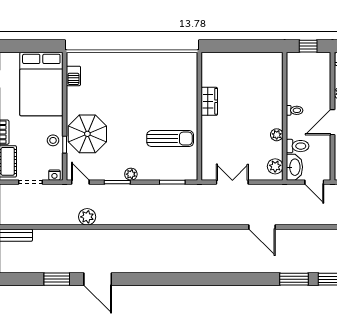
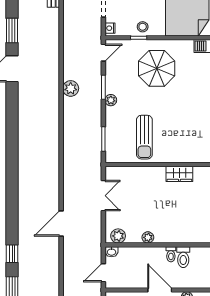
parasol: (87, 134) -> (157, 68), moved
toilet: (298, 146) -> (183, 257), moved
washbasin: (294, 167) -> (111, 252), width x0.52, depth x0.69
plant: (87, 217) -> (71, 88), moved
window: (294, 279) -> (12, 254), width x0.67

